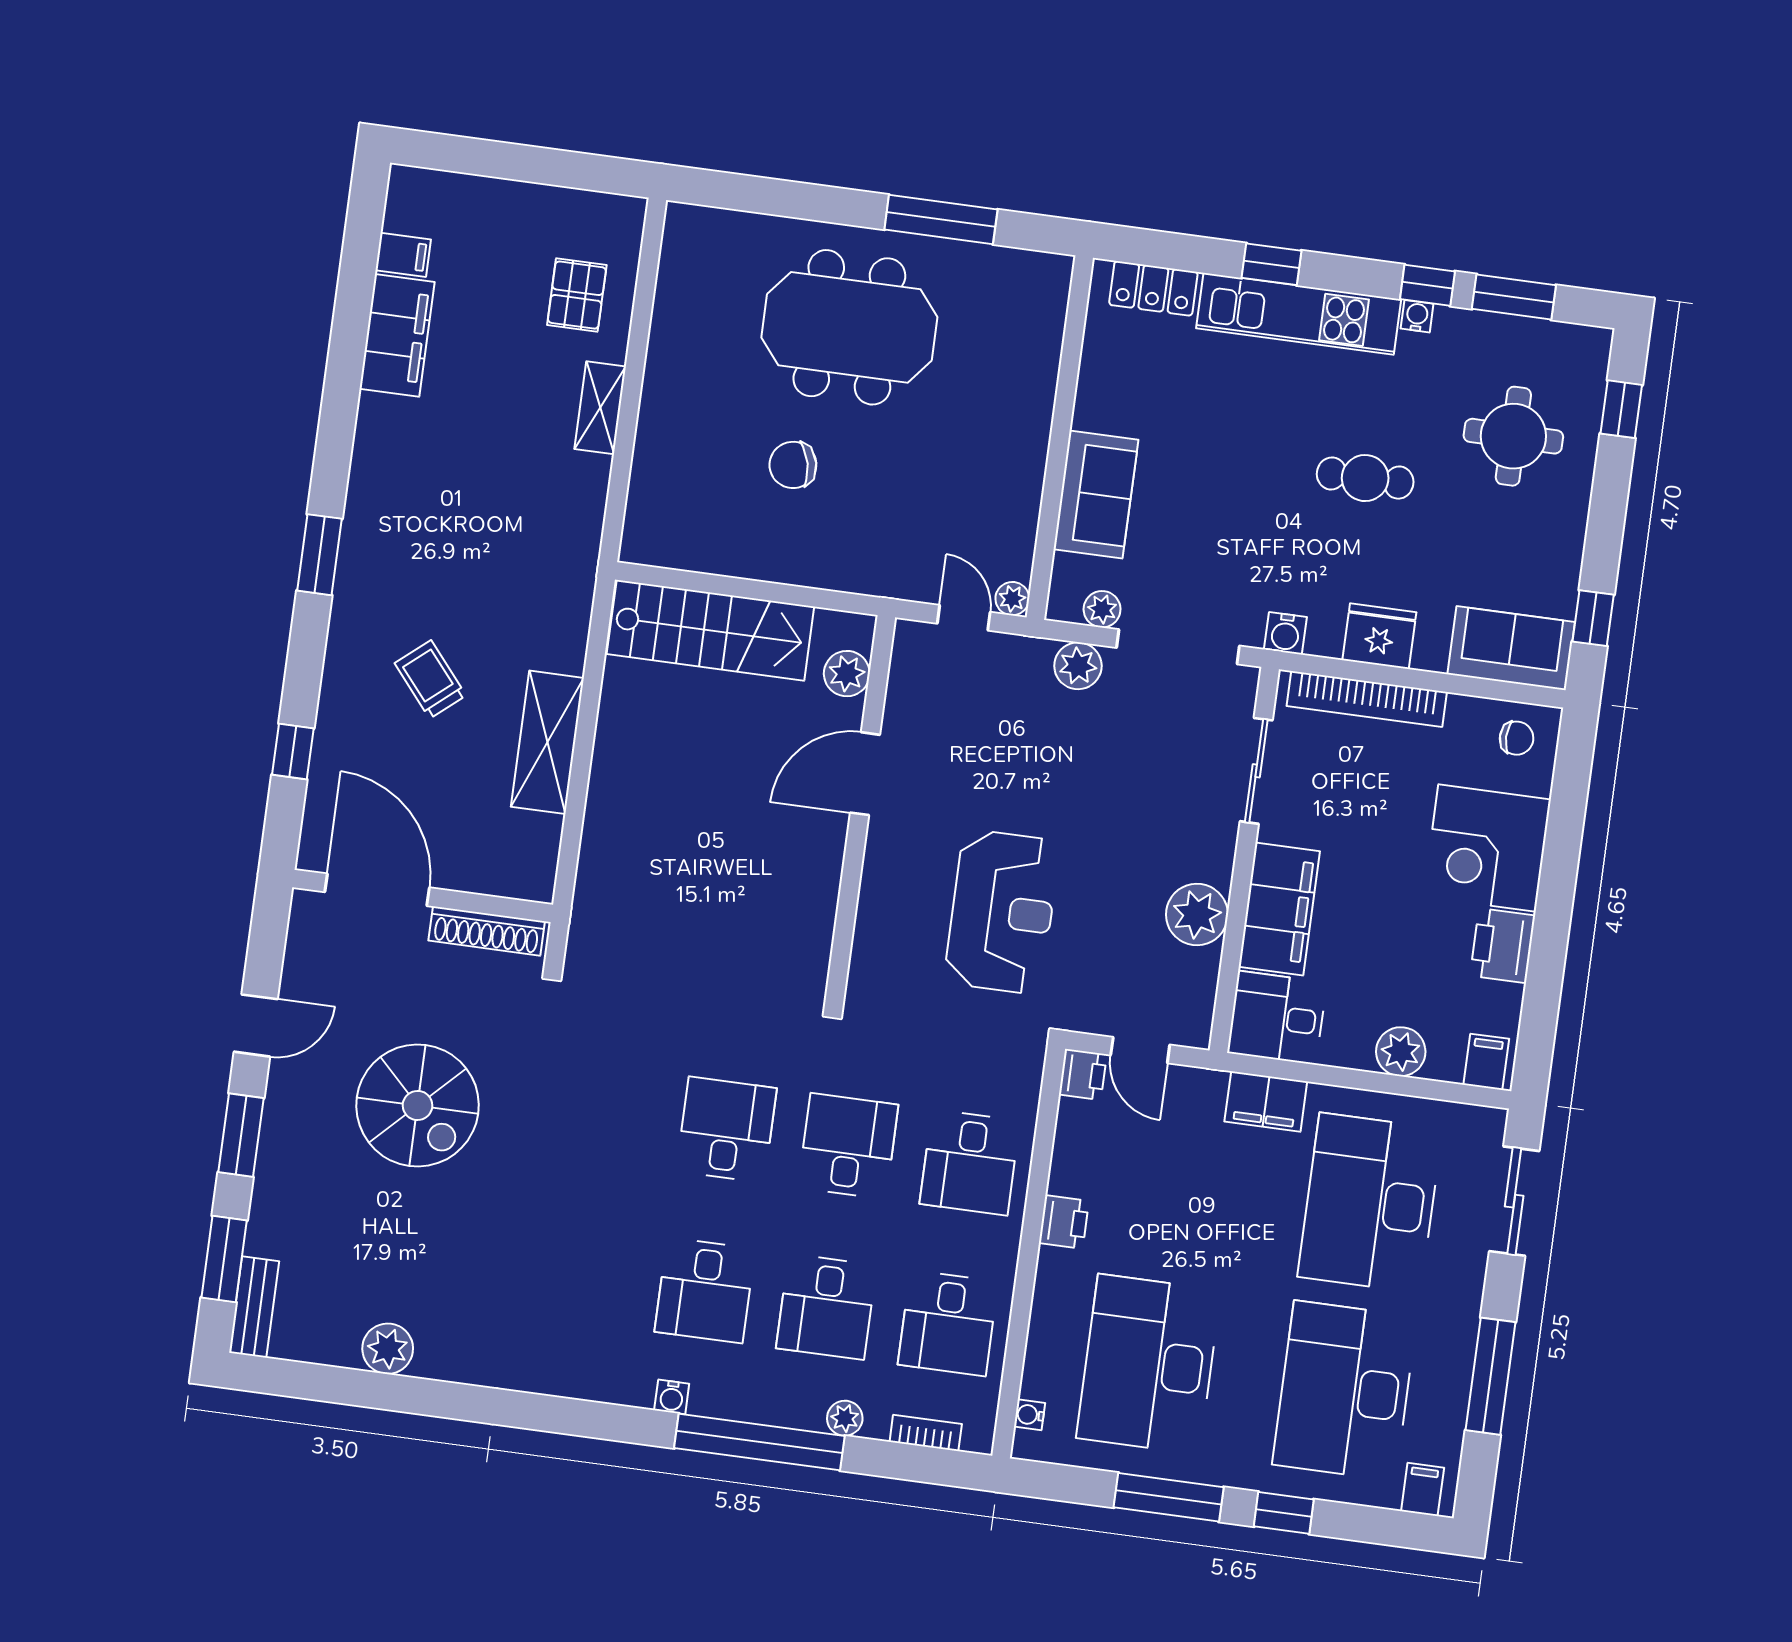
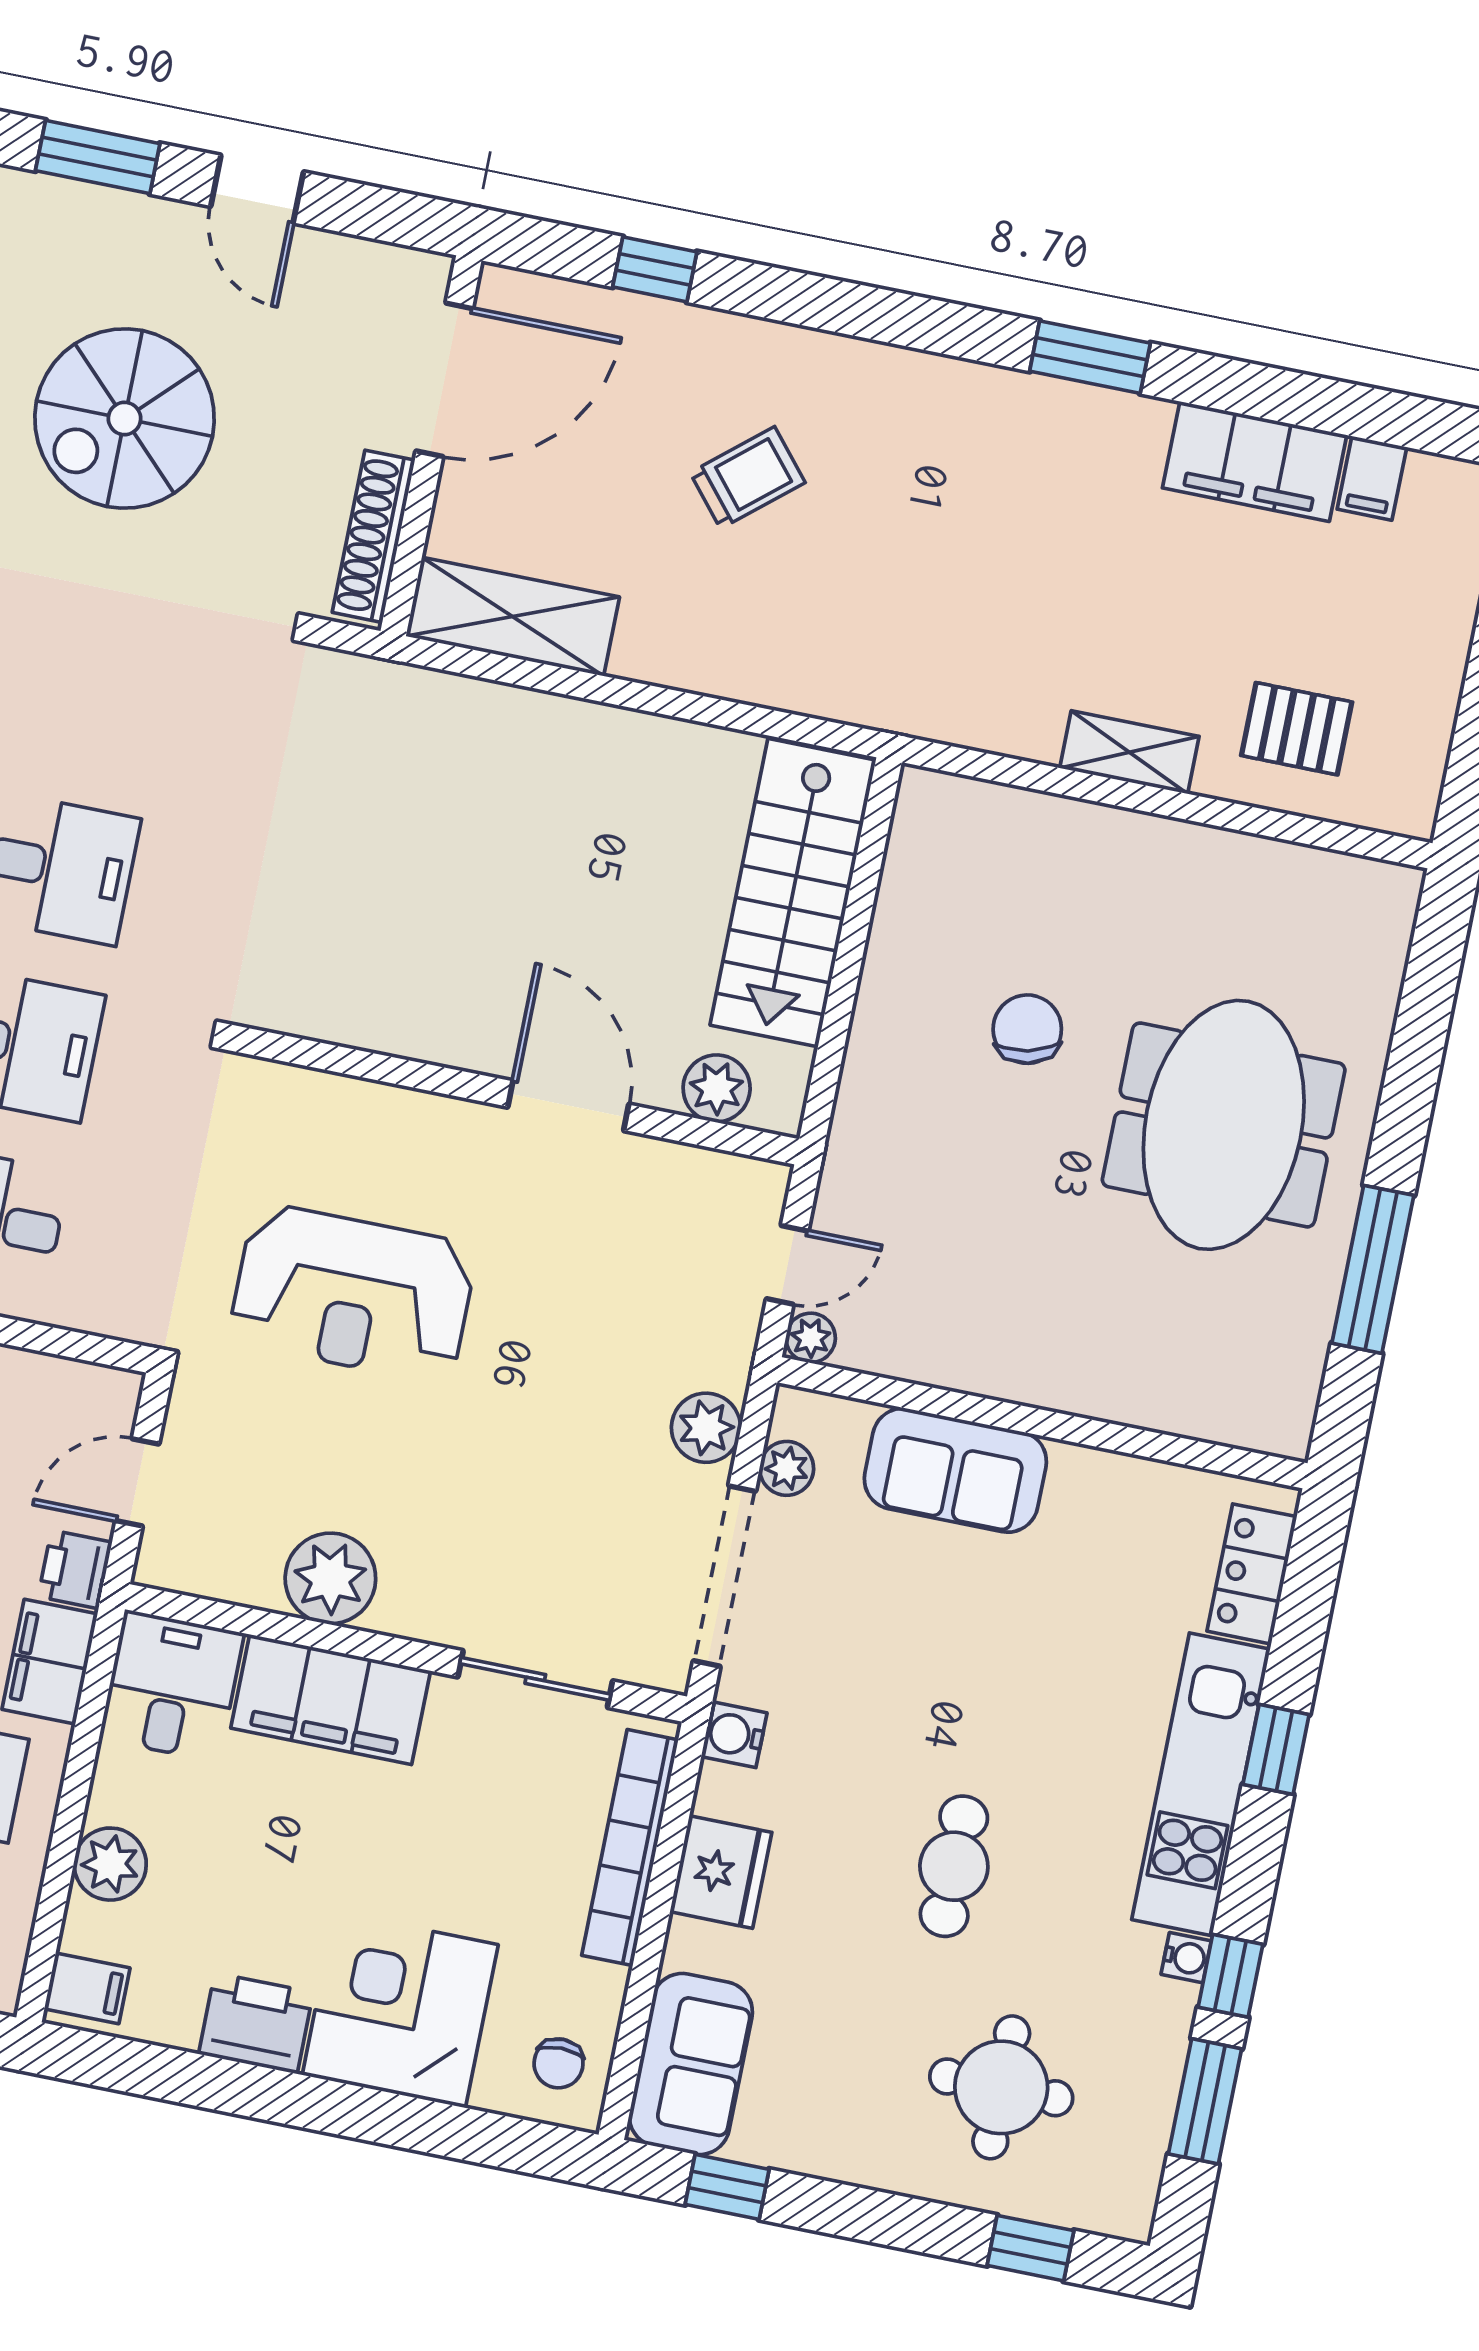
window: (319, 555) -> (1090, 357), moved
shelving: (547, 742) -> (513, 617), moved
printer: (1083, 1074) -> (75, 1569), moved, turned 90

